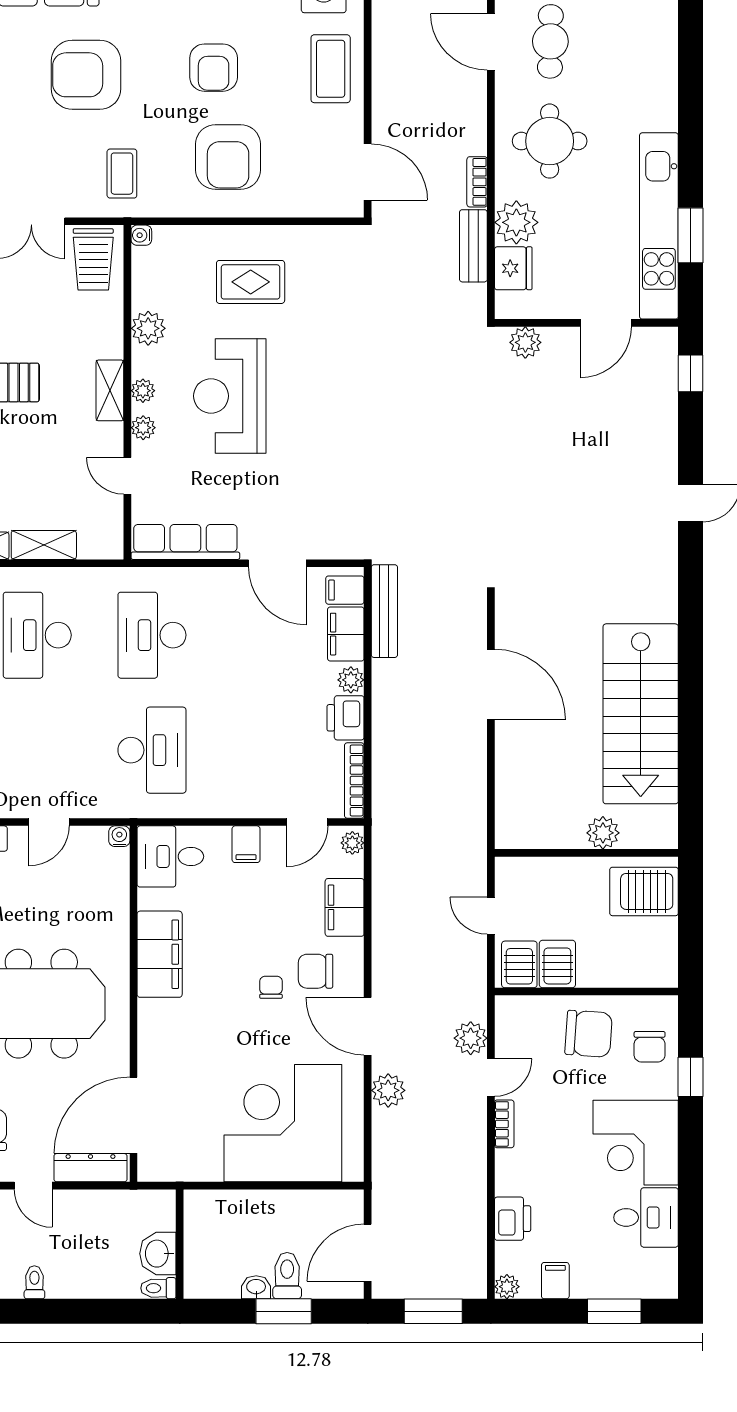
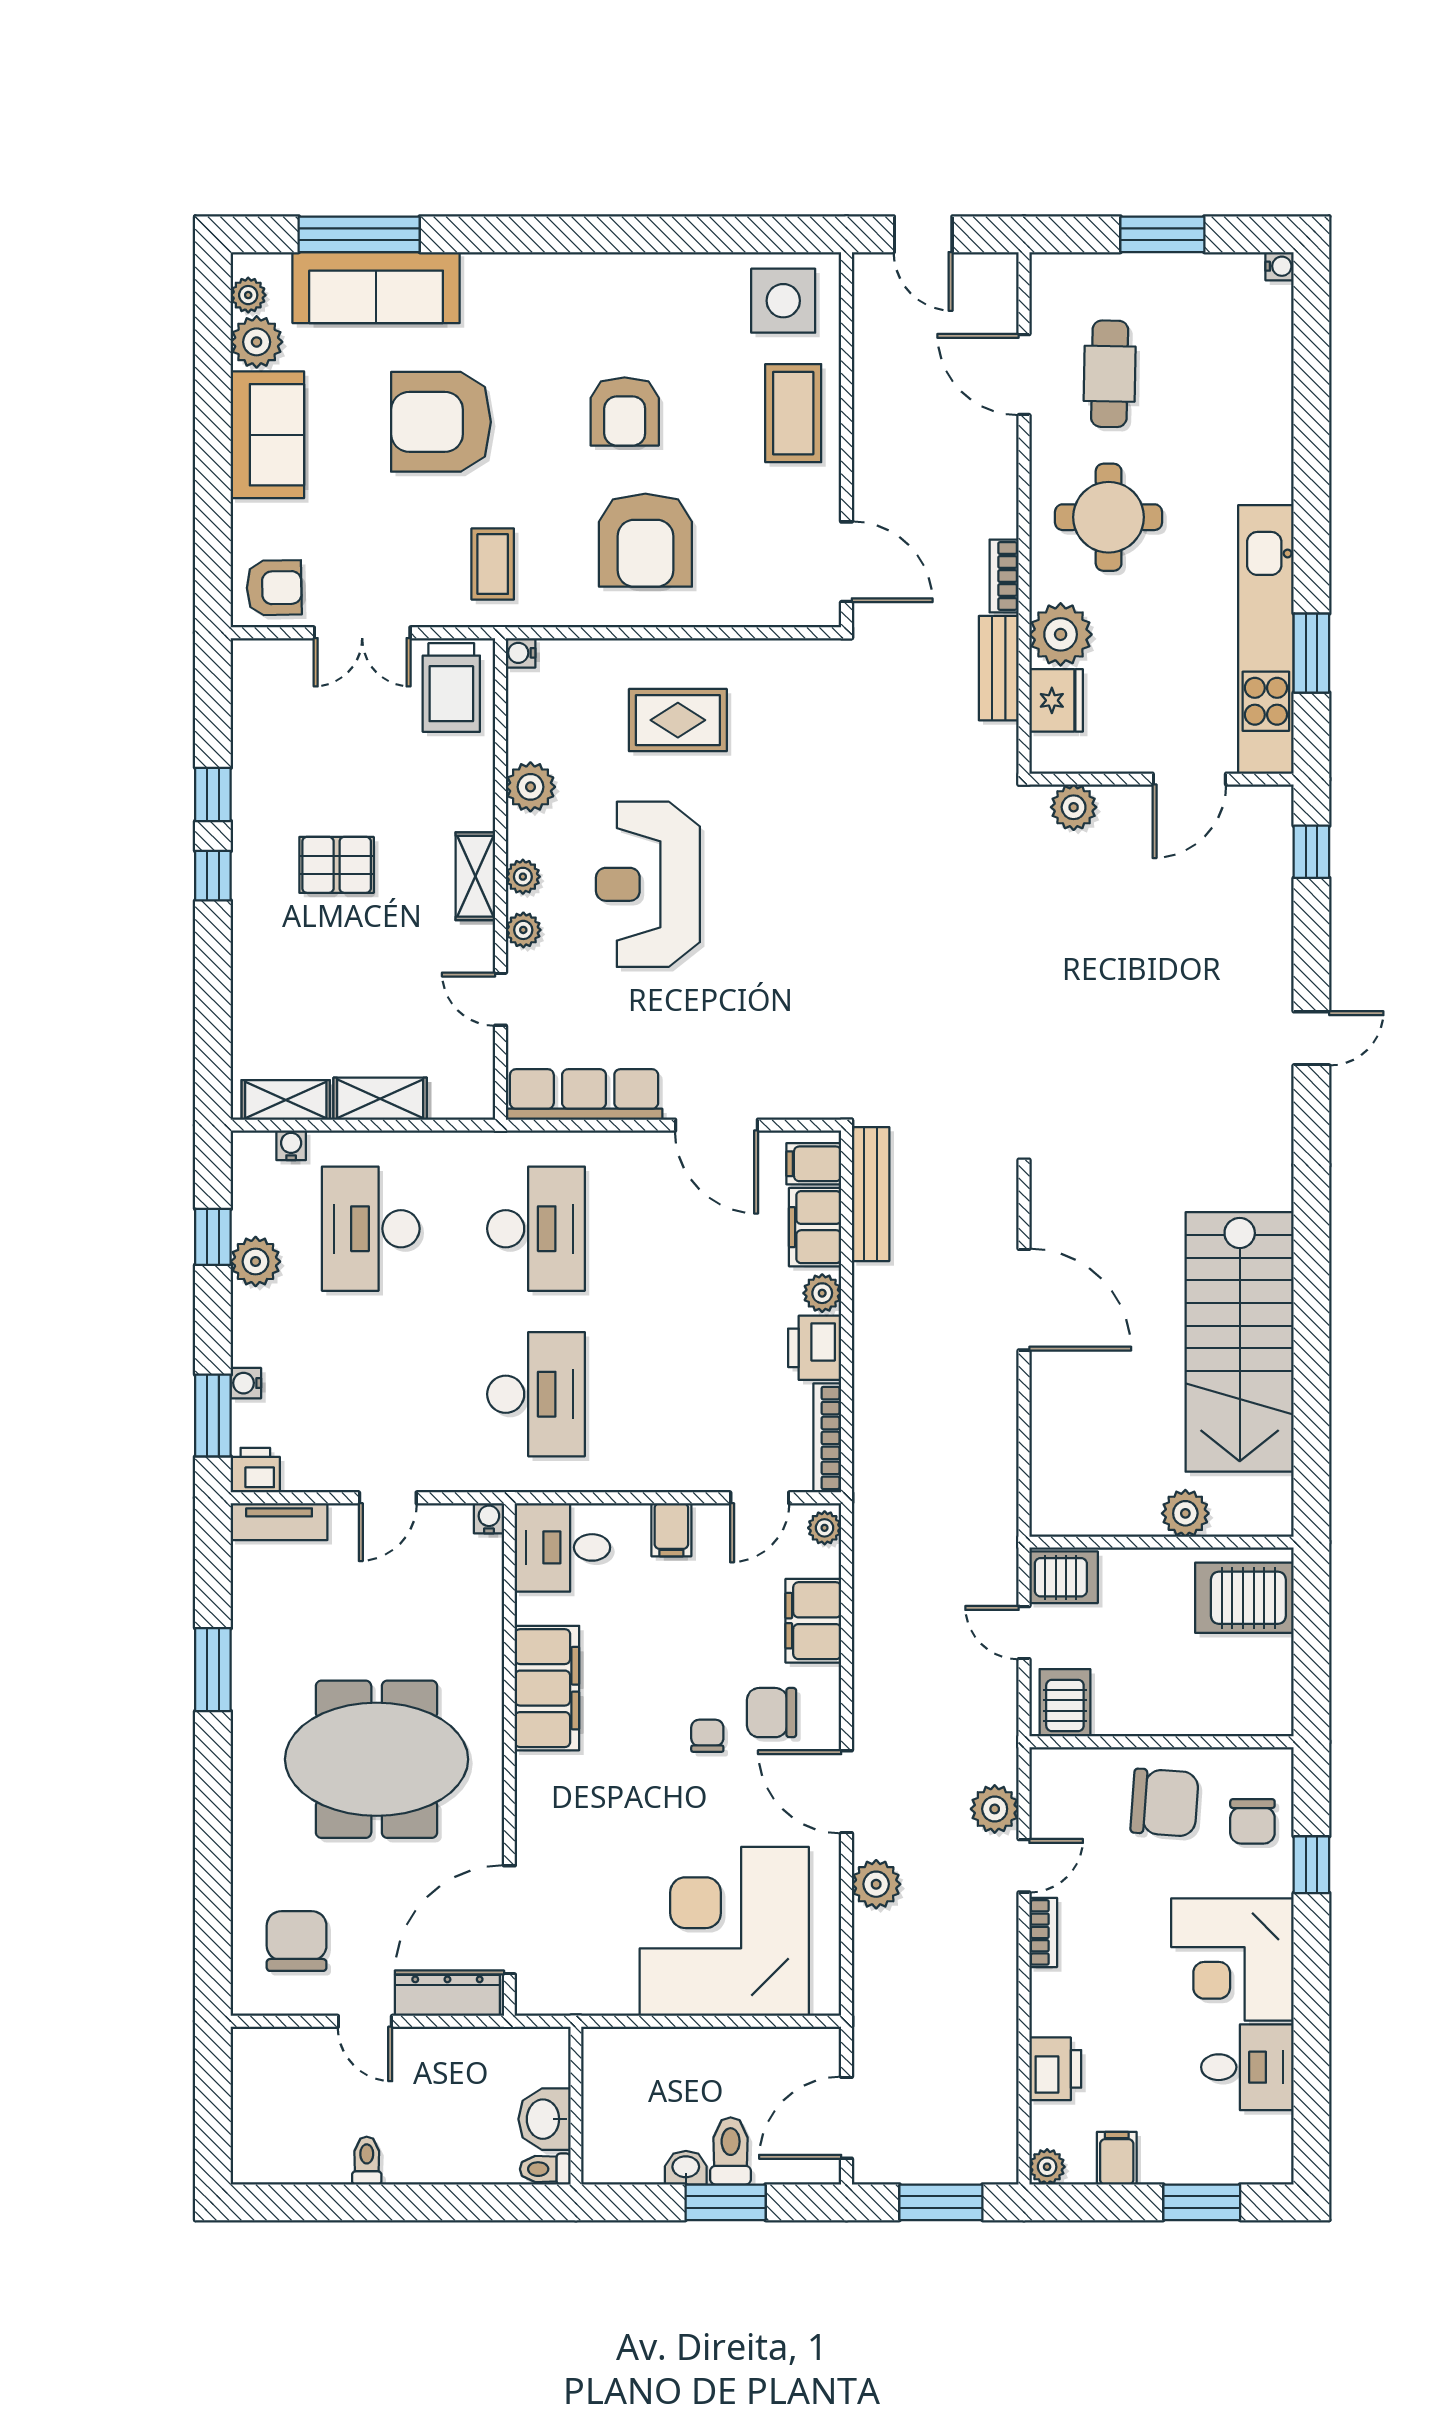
desk: (152, 635) -> (536, 1229), turned 180
server rack: (557, 964) -> (1064, 1577), moved, turned 90

